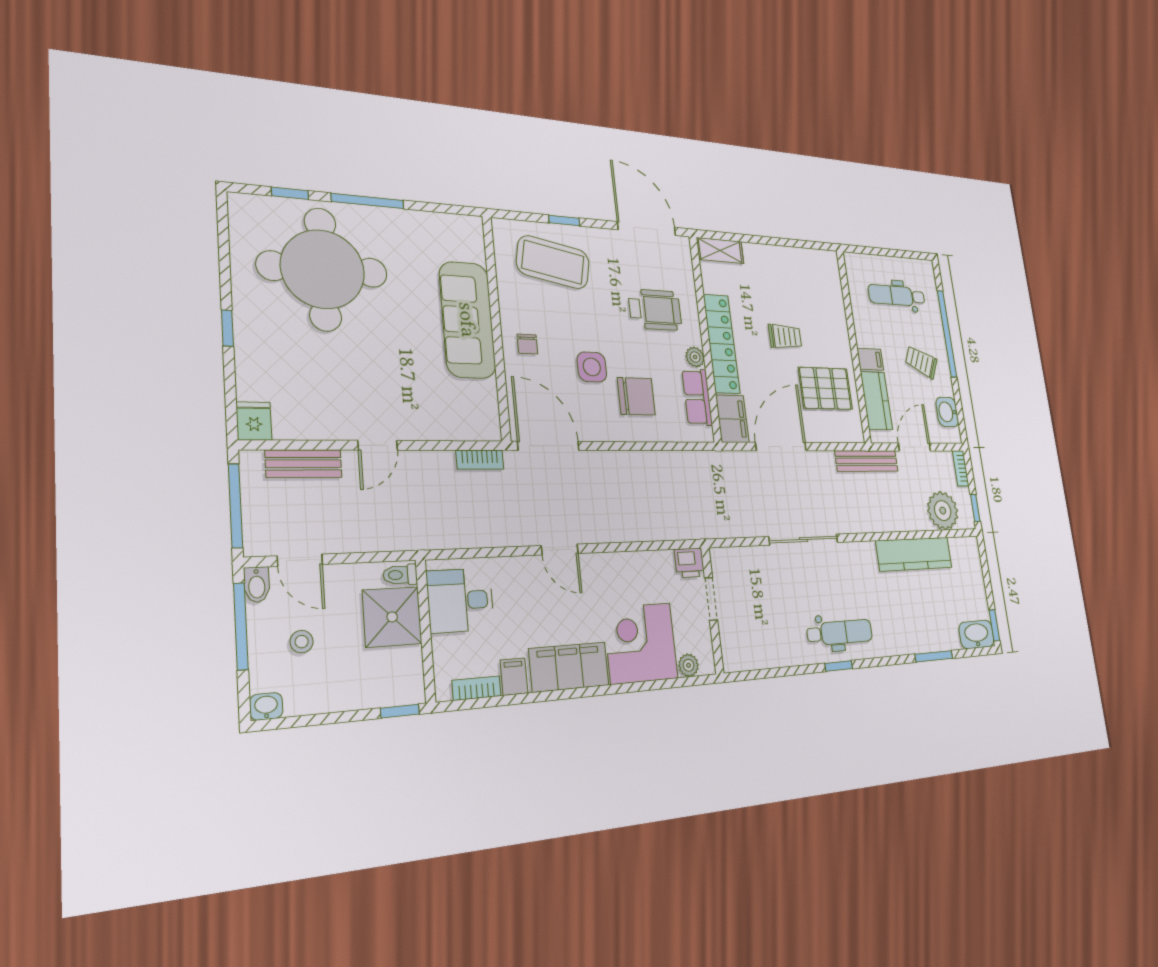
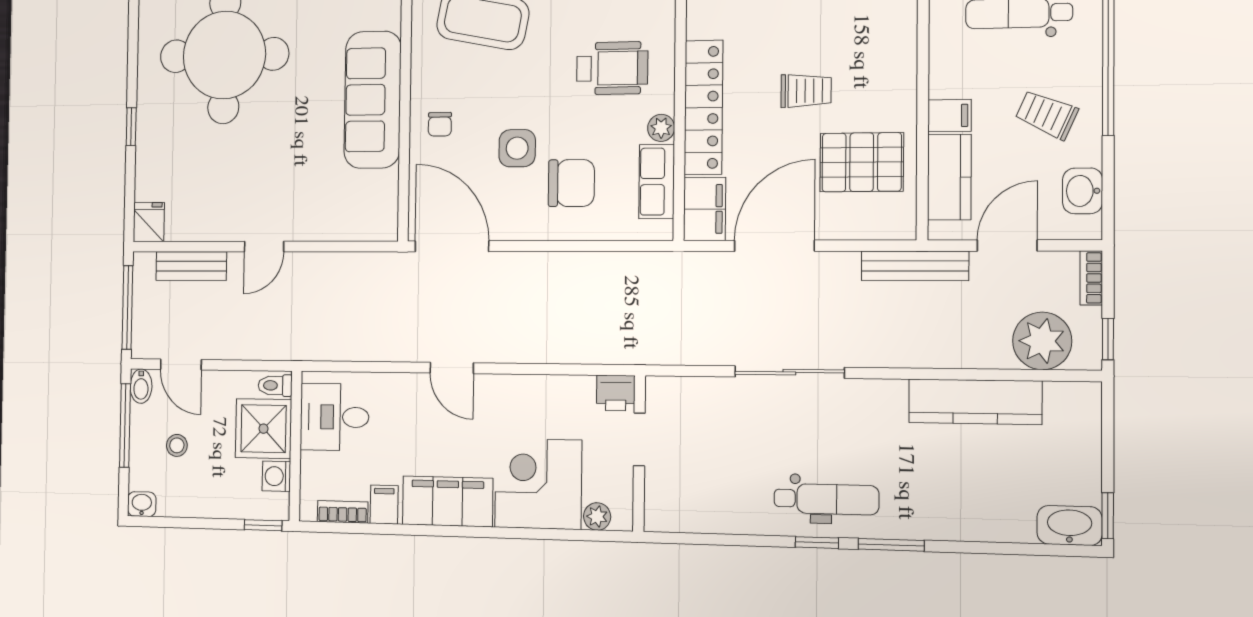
bookcase: (480, 460) -> (371, 262), removed
window: (934, 656) -> (891, 545), moved
washing machine: (409, 662) -> (276, 476), added

